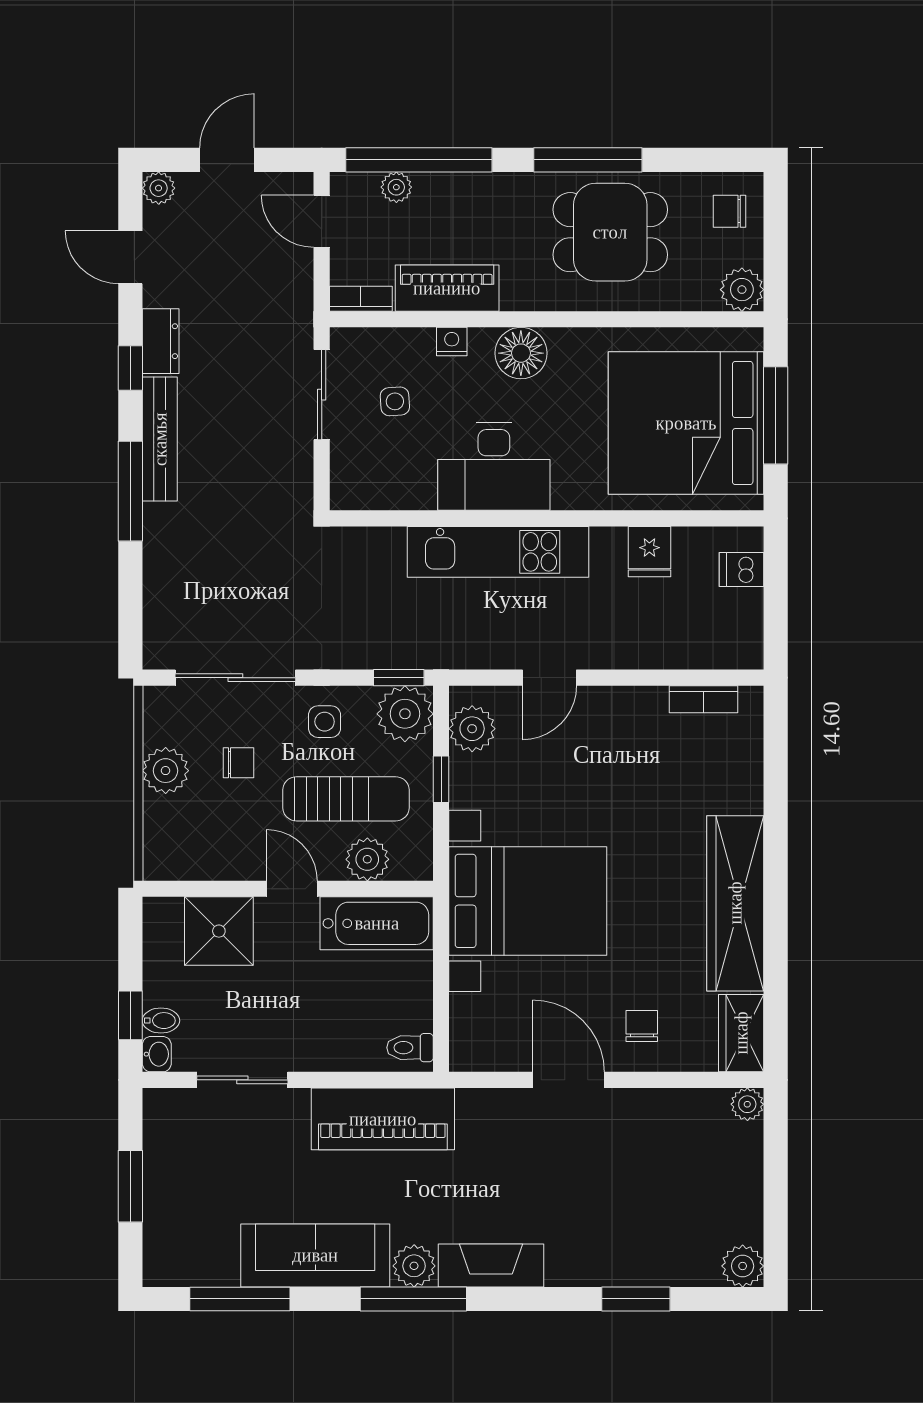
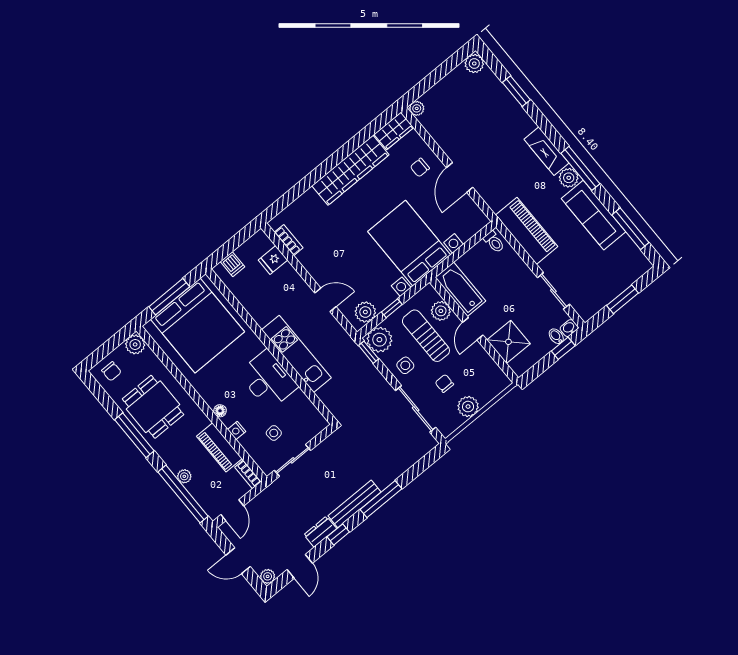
plant: (396, 187) -> (184, 476), moved
floor lamp: (521, 353) -> (220, 411), width x0.53, depth x0.53
fridge: (649, 552) -> (273, 260), moved, turned 180

